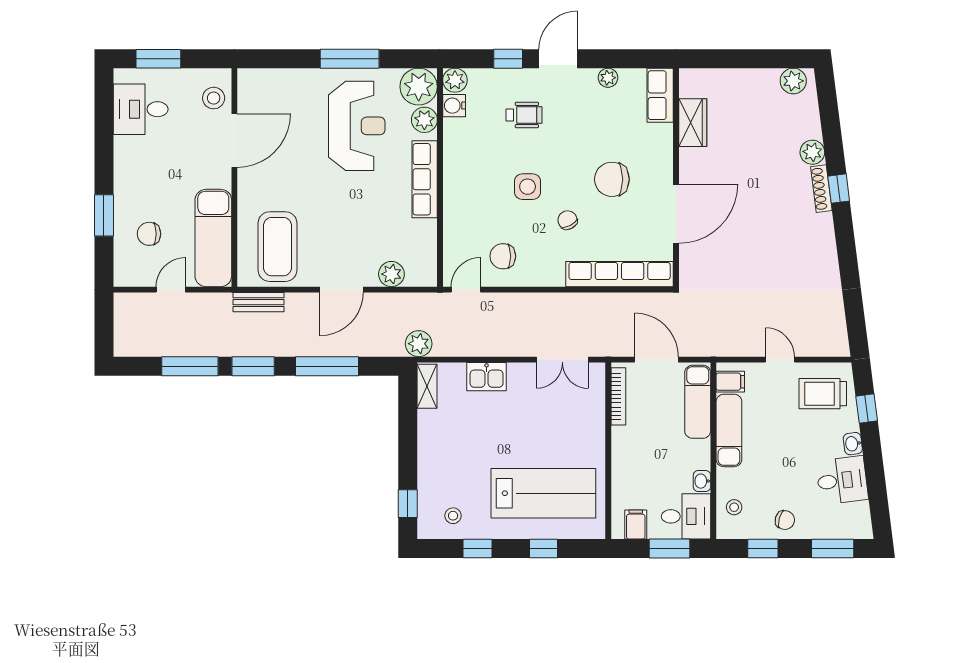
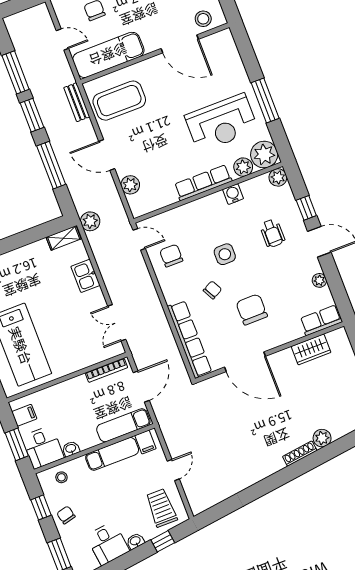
water cooler: (454, 106) -> (233, 194), moved
window: (839, 189) -> (304, 465), removed
chair: (785, 520) -> (66, 515), turned 150

